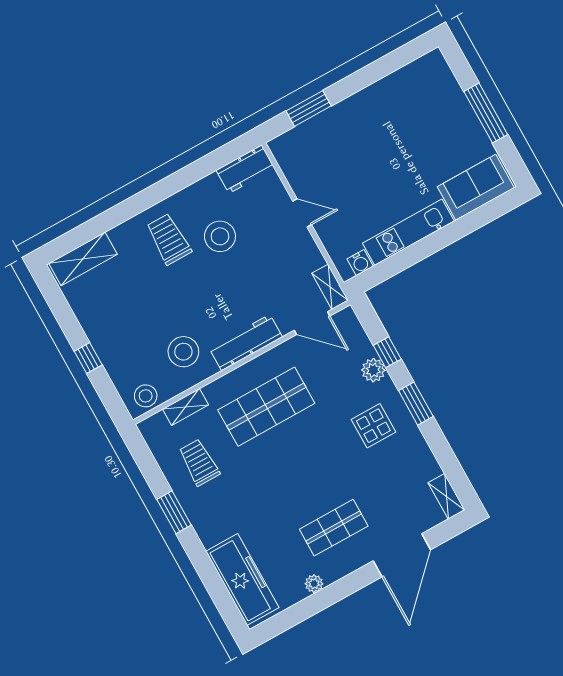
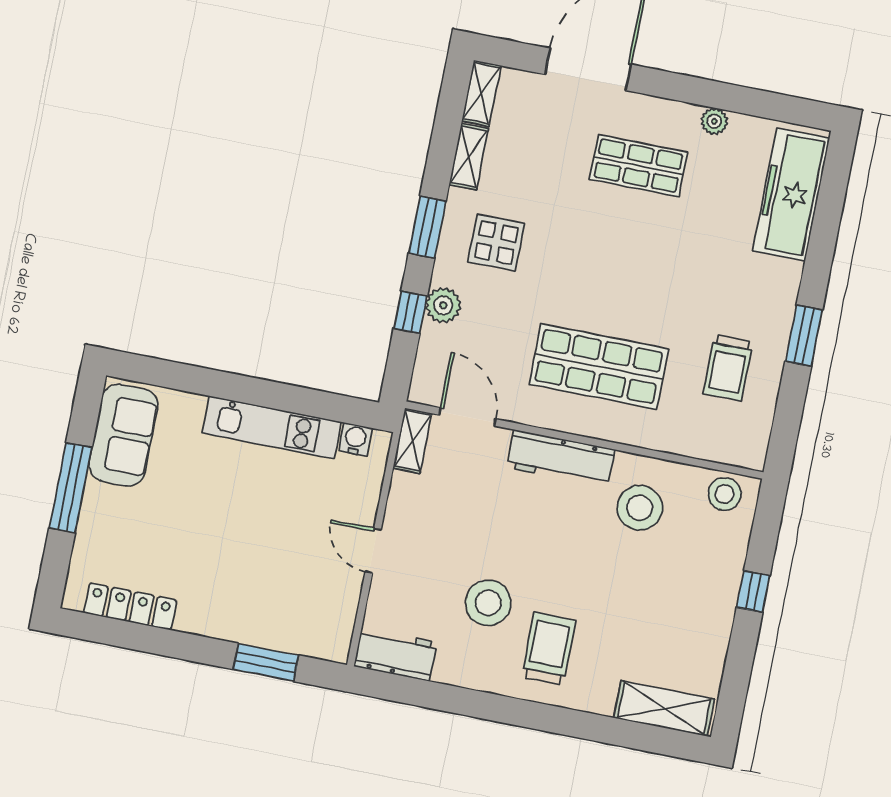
locker: (403, 78) -> (130, 606), added
sofa: (476, 187) -> (123, 435), moved, turned -90
trolley: (169, 239) -> (549, 649), turned 180
shelving: (186, 407) -> (469, 157), moved, turned 90

